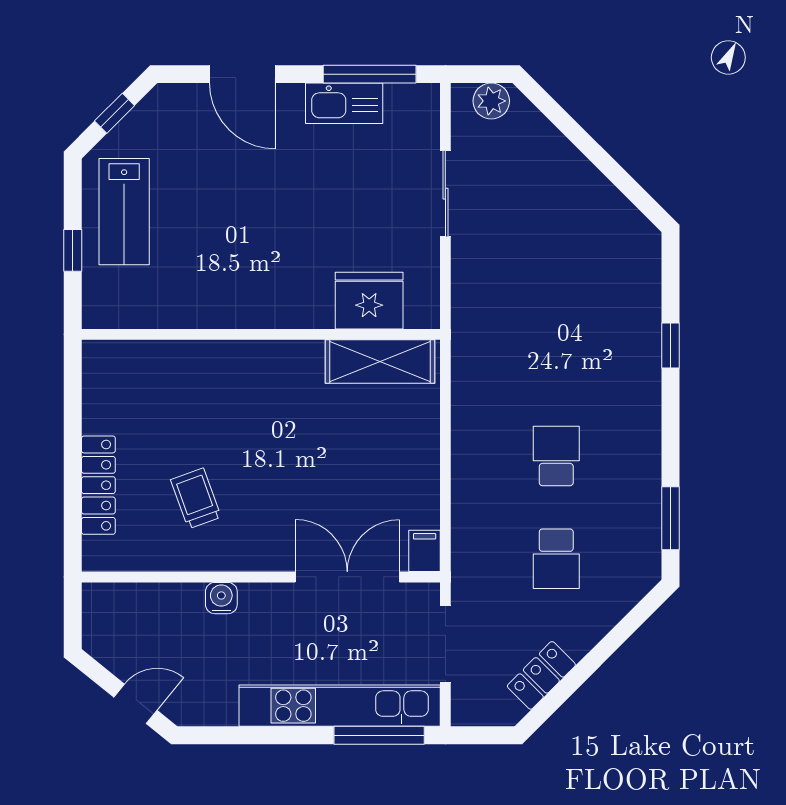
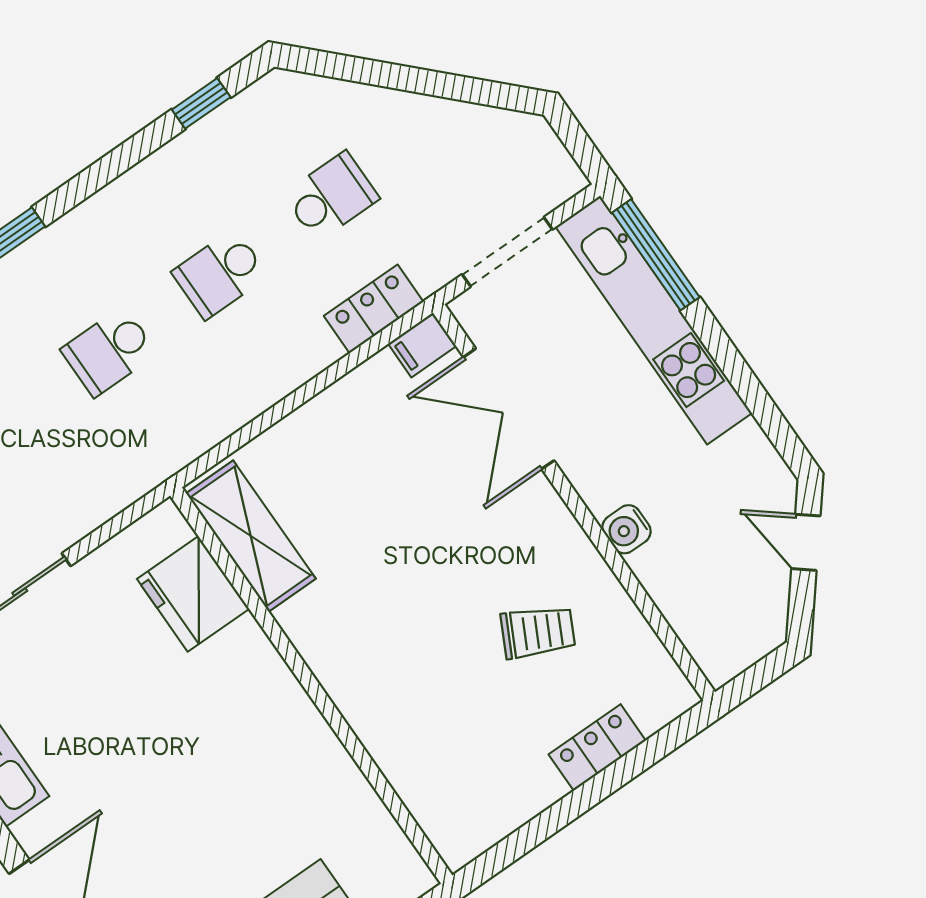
school desk: (556, 353) -> (109, 352), added
locker: (98, 485) -> (597, 747), width x0.66
trolley: (196, 498) -> (538, 632), turned -133
window: (671, 518) -> (201, 103), width x0.67
locker: (541, 675) -> (374, 309), moved, turned 135

